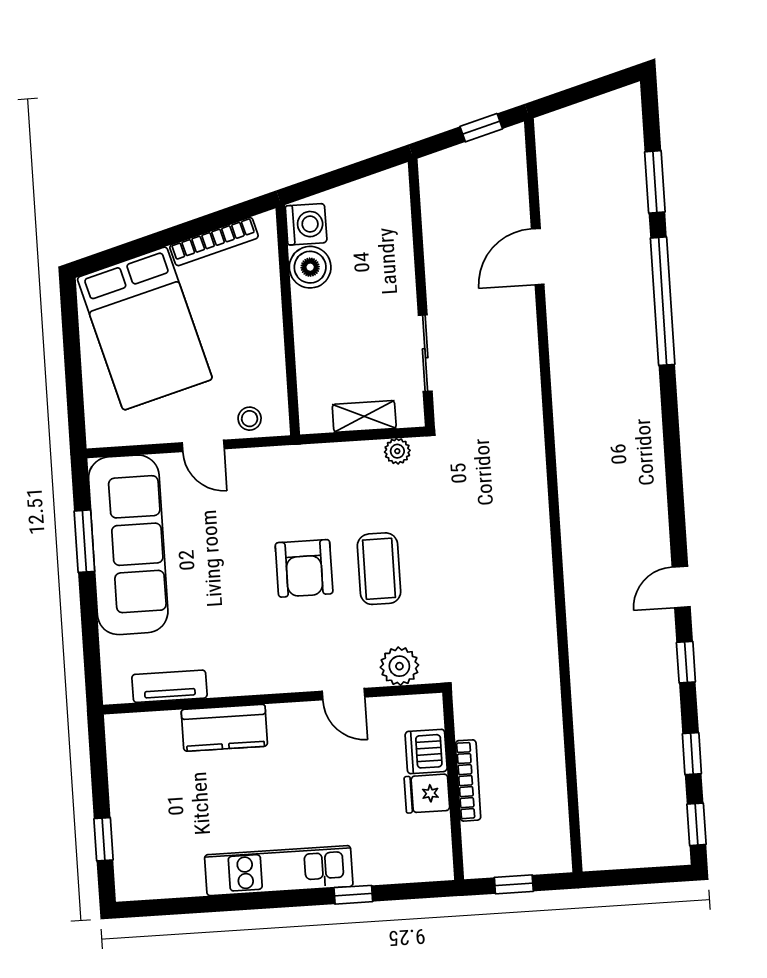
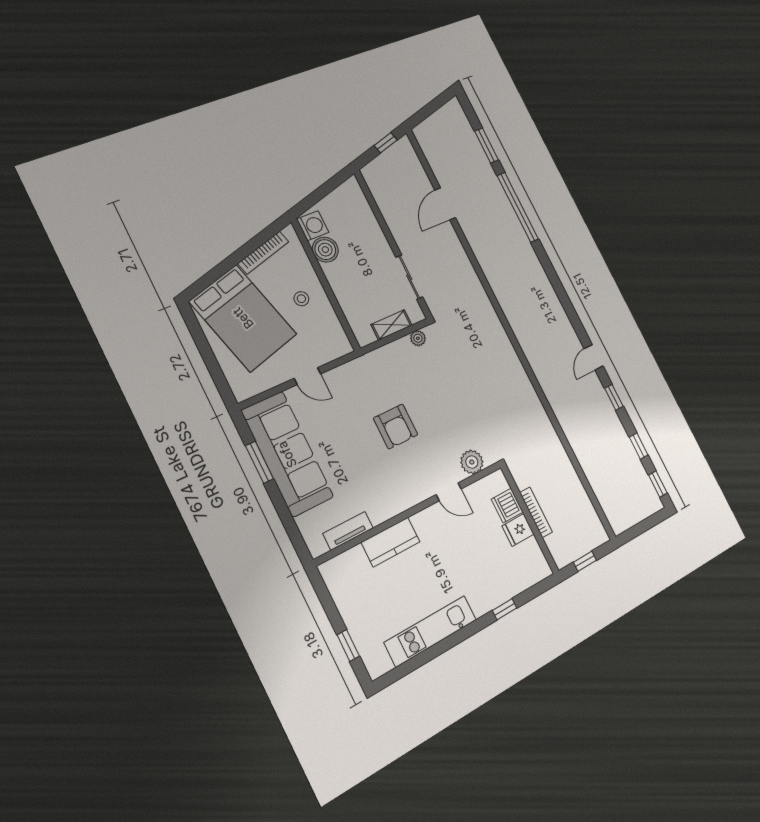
stool: (250, 419) -> (301, 299), moved
coffee table: (379, 569) -> (437, 410), removed
kitchen unit: (279, 871) -> (431, 631), moved

